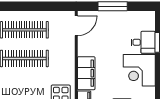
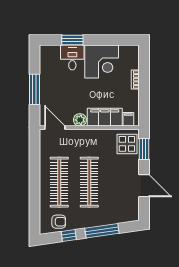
plant: (84, 50) -> (80, 120), added

